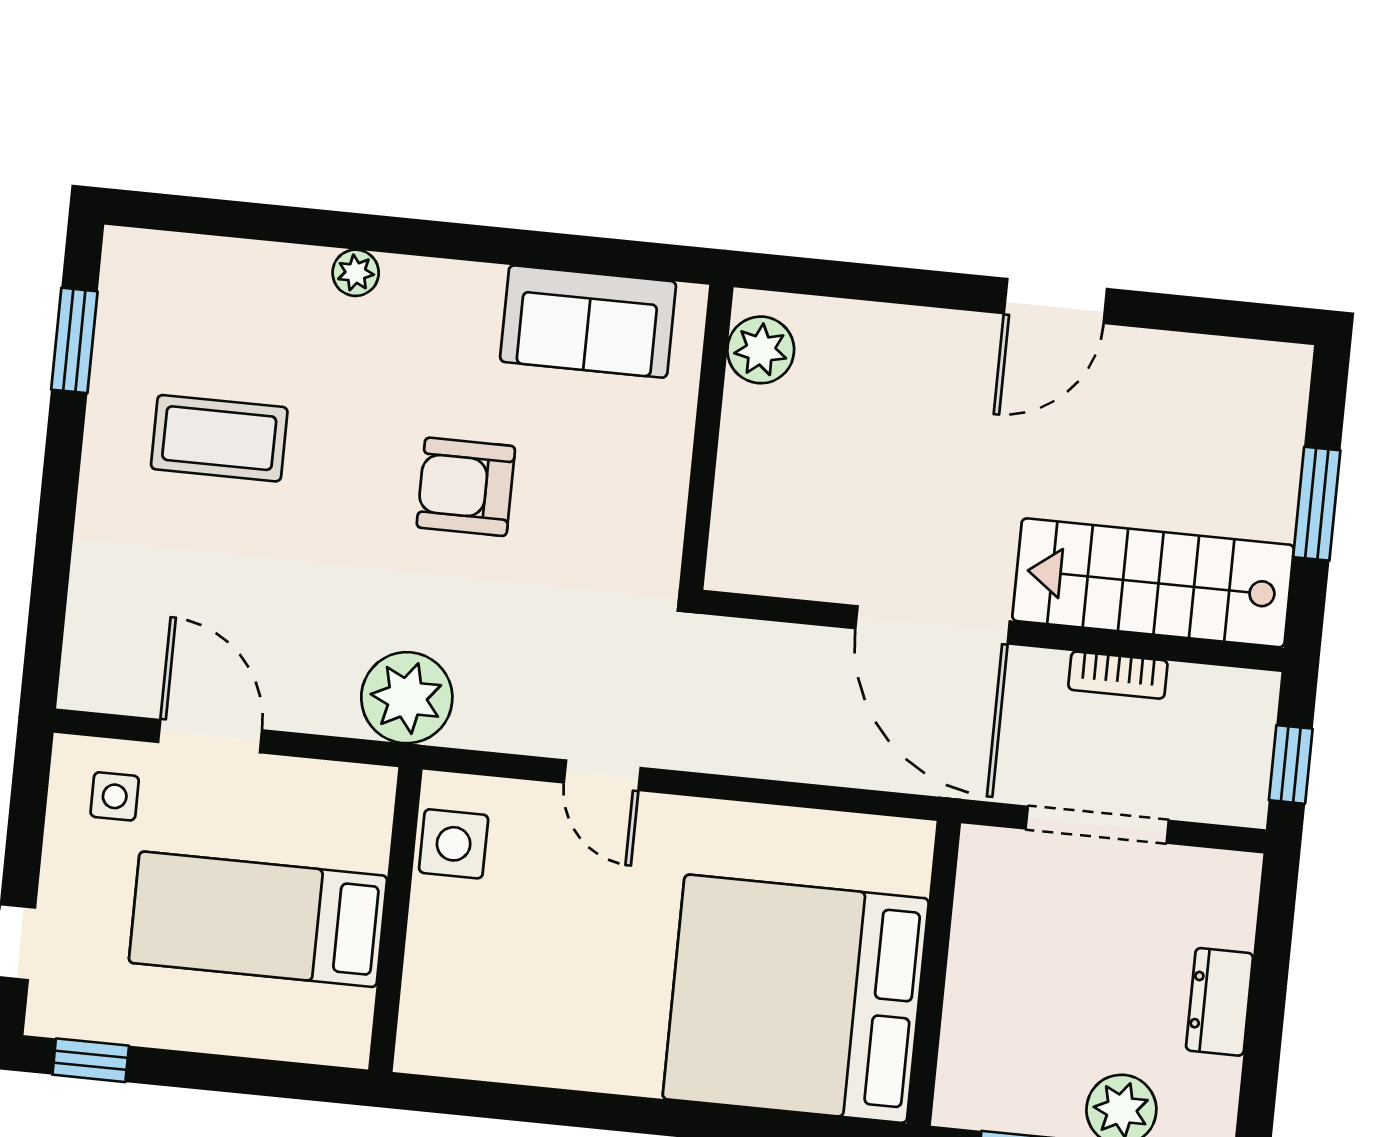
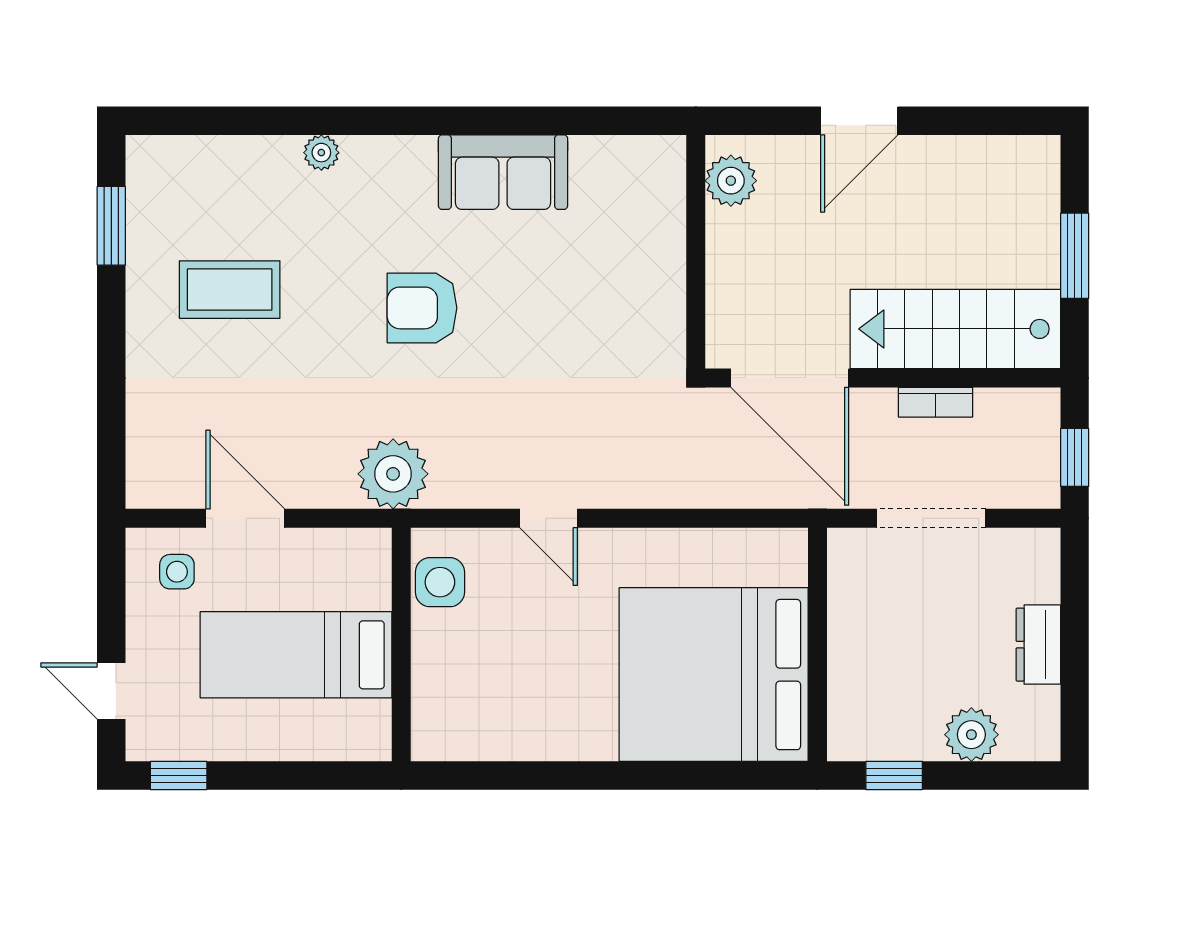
plant: (761, 350) -> (731, 181), moved
wall: (706, 437) -> (696, 252), moved

